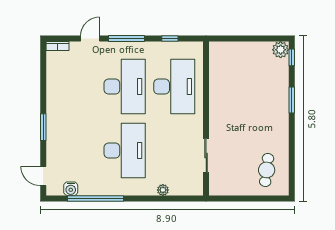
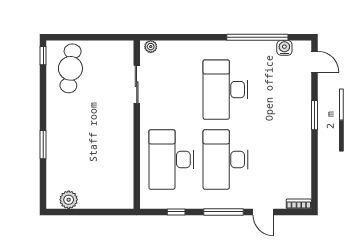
door: (90, 39) -> (263, 212), hinge flipped
plant: (281, 50) -> (69, 200), moved
window: (292, 57) -> (43, 56), moved
cafe table: (267, 170) -> (70, 68), width x1.37, depth x1.35
plant: (163, 190) -> (151, 47), moved

